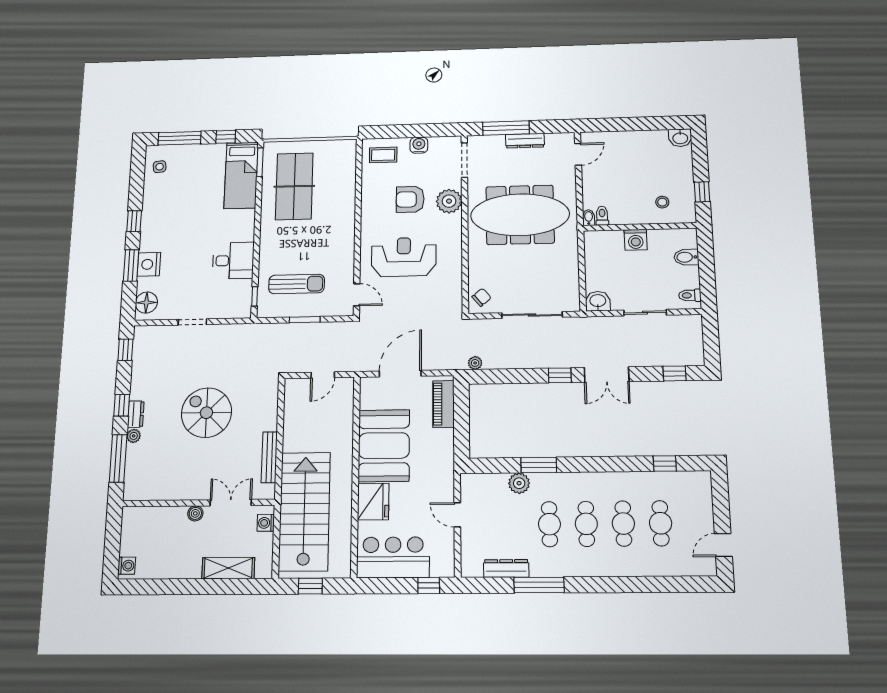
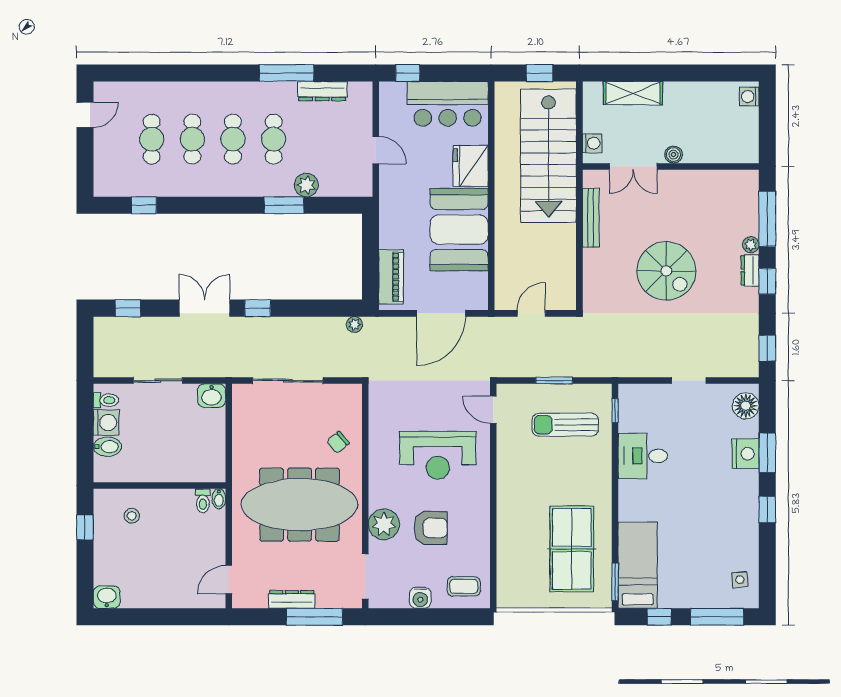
washing machine: (636, 240) -> (106, 422), moved, turned 90
chair: (482, 297) -> (338, 442), moved

